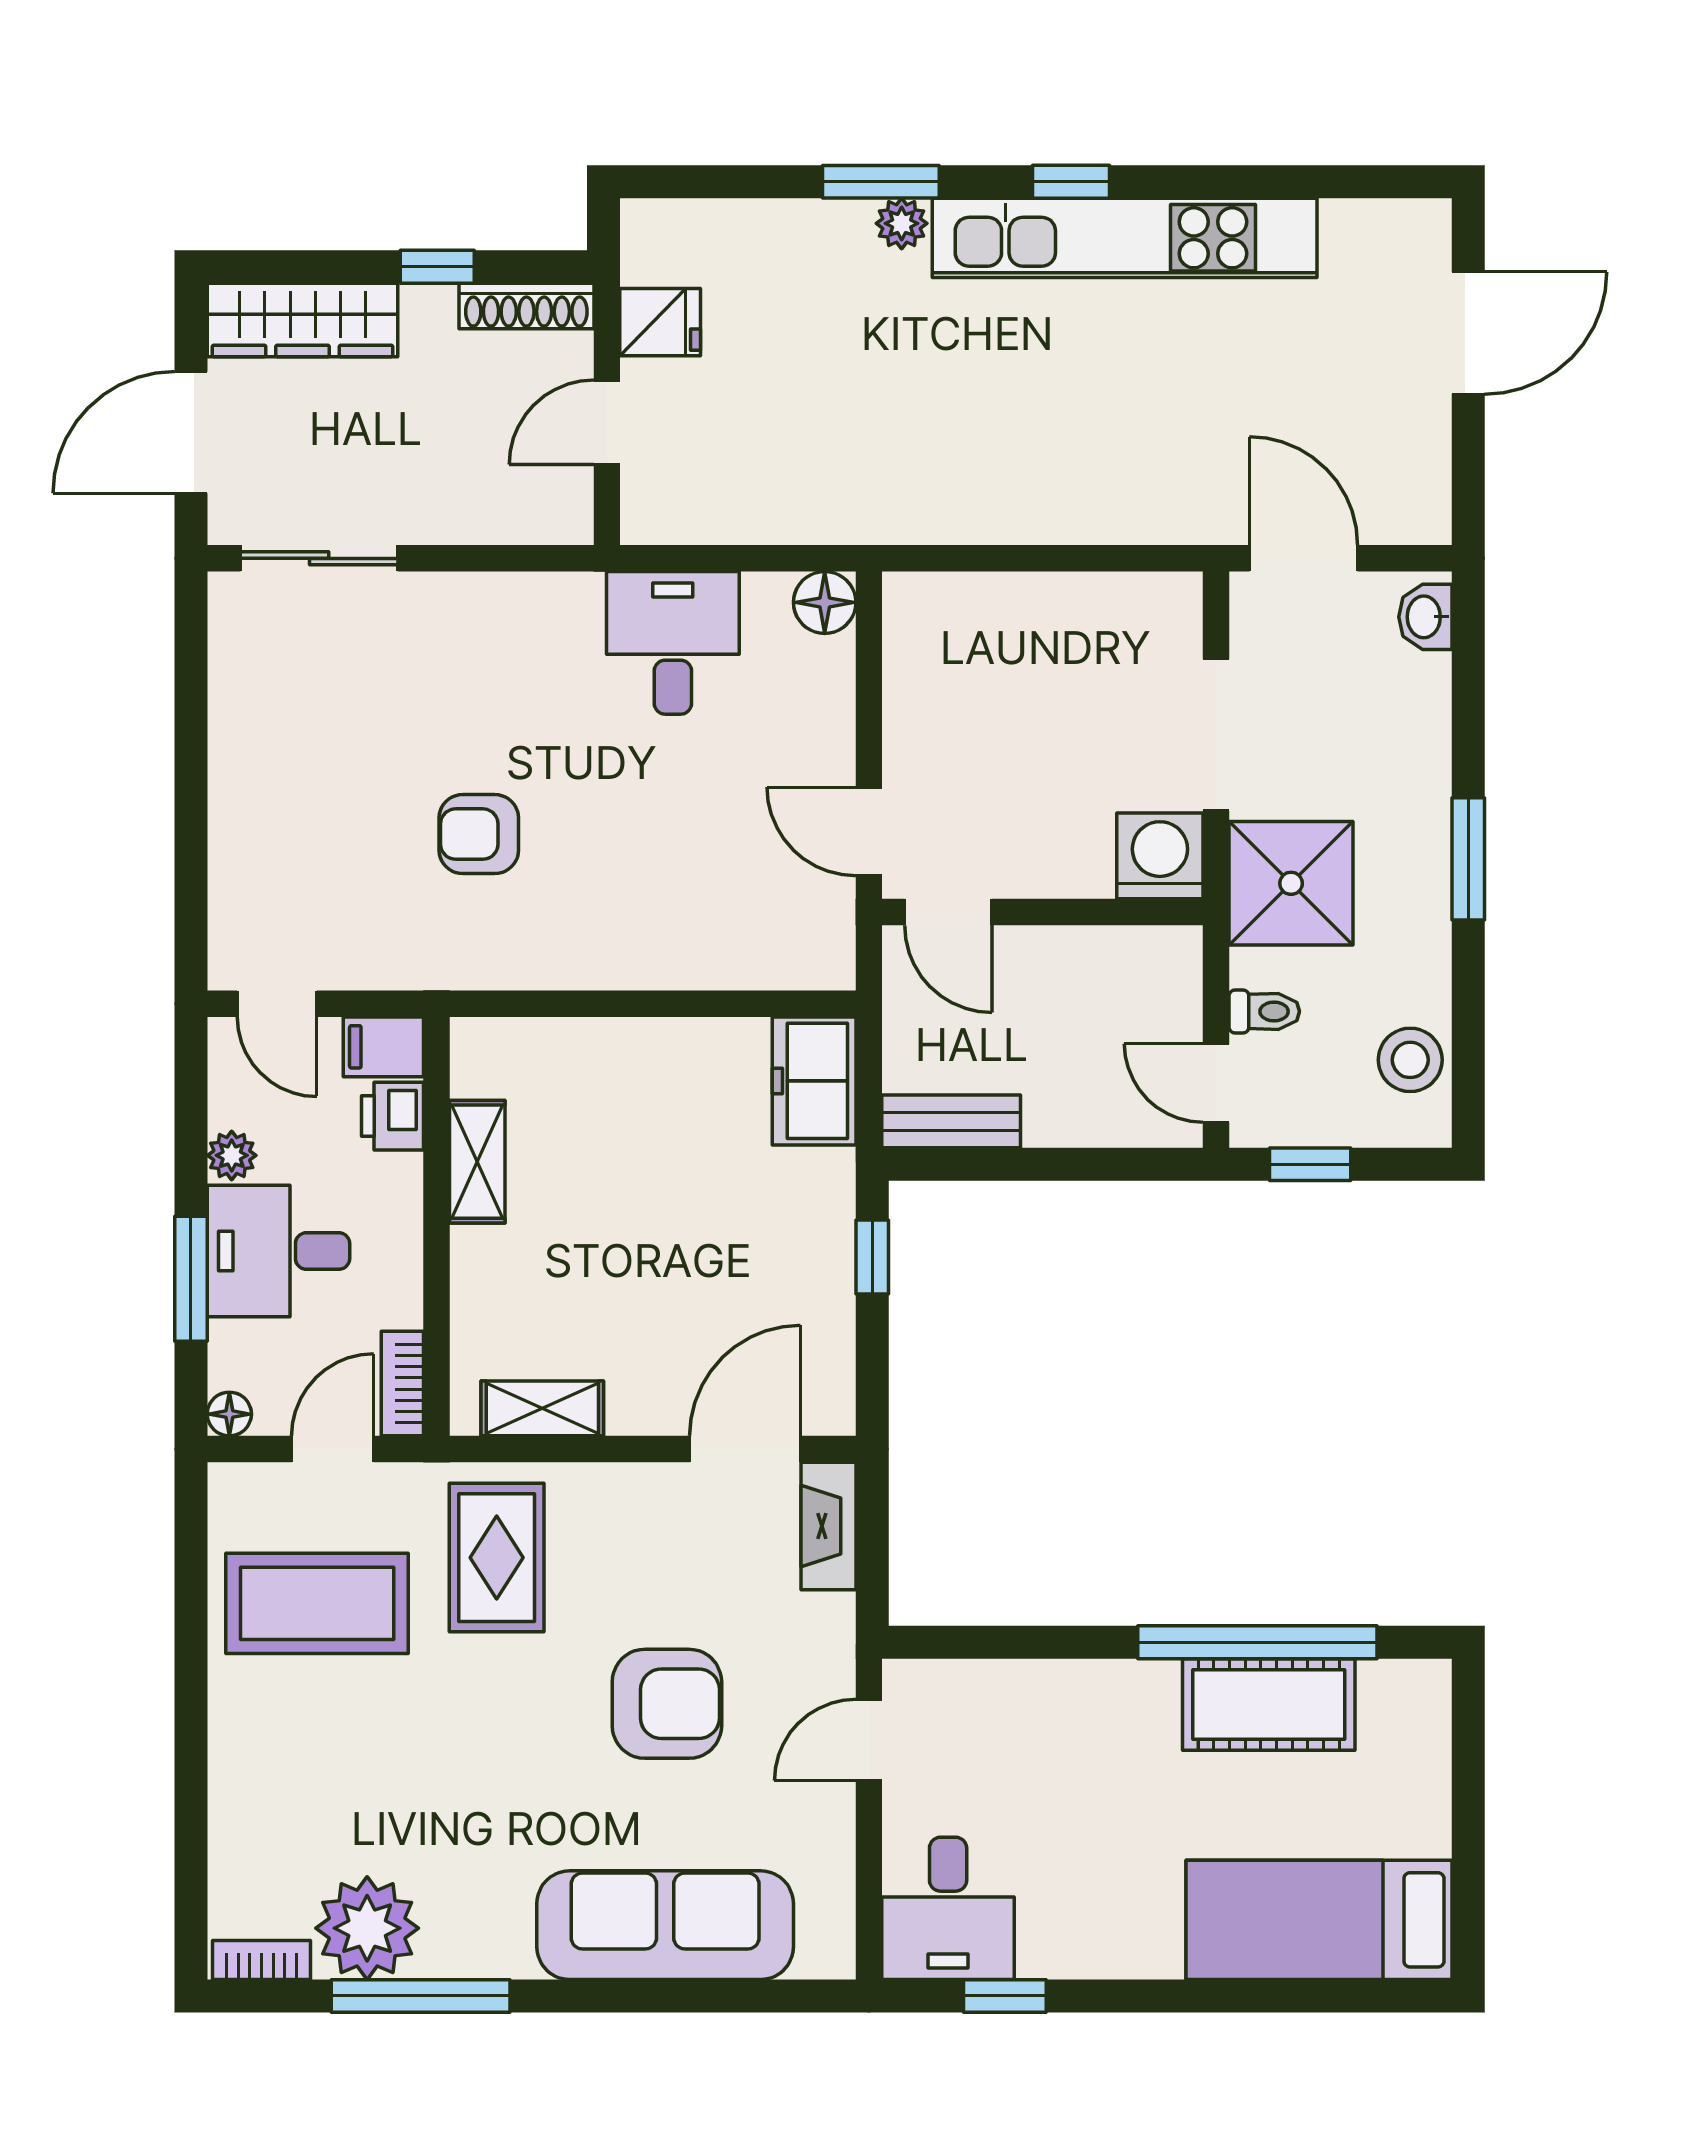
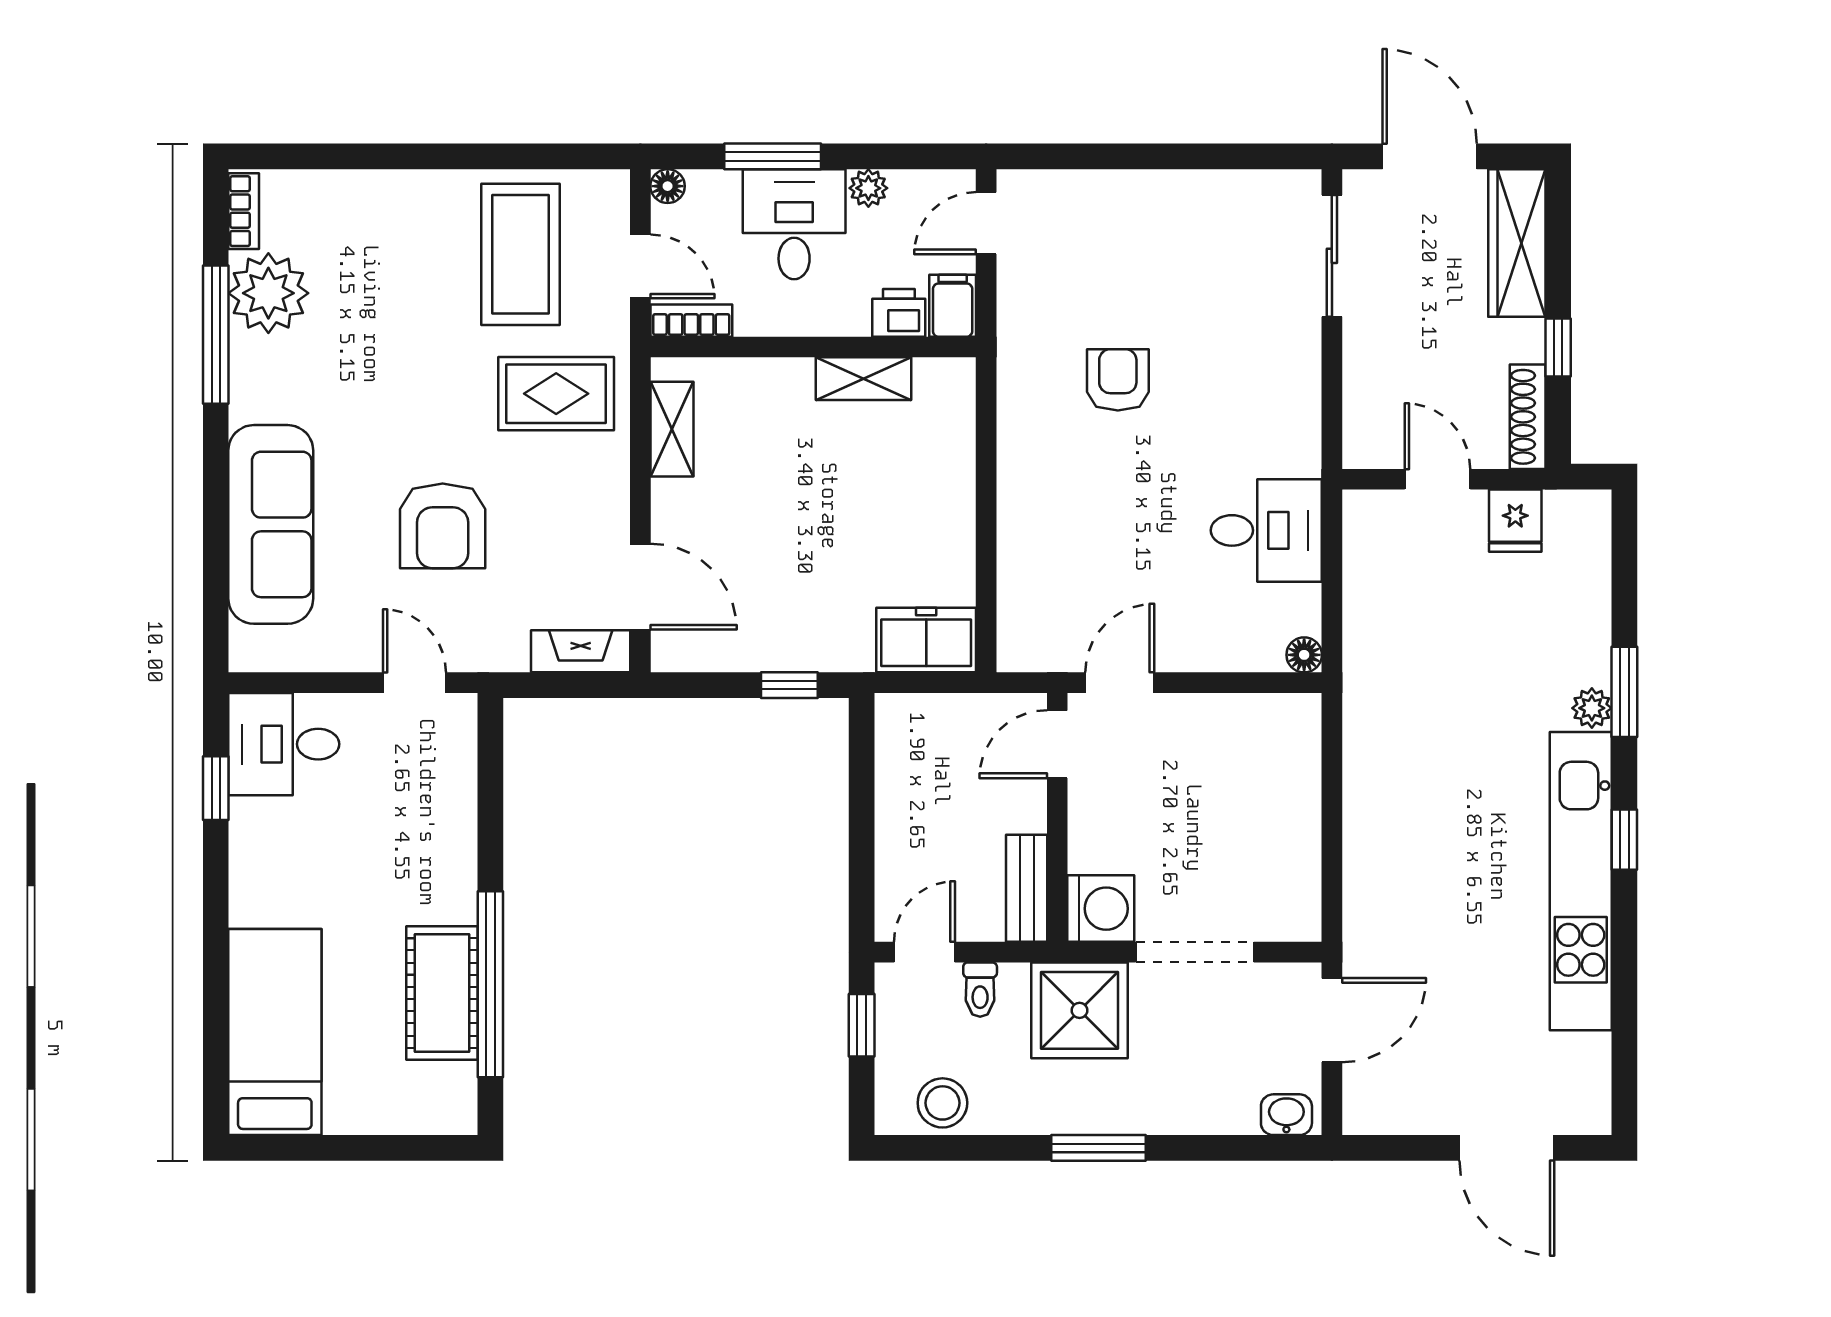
floor lamp: (825, 602) -> (1304, 655), width x0.73, depth x0.73
bench: (951, 1121) -> (1027, 888), moved

